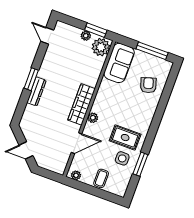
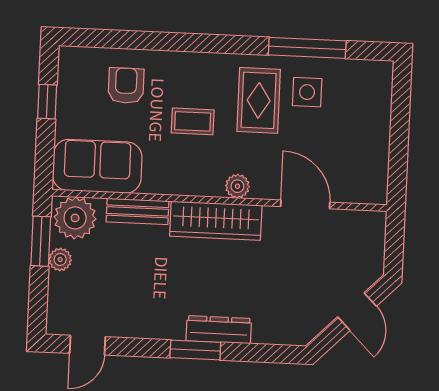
window: (152, 51) -> (47, 102), width x0.46
bench: (95, 74) -> (137, 211), added
armchair: (148, 85) -> (126, 86), turned 108
window: (140, 164) -> (307, 48), width x1.44
plant: (76, 175) -> (377, 183), removed
coffee table: (101, 178) -> (193, 121), moved

